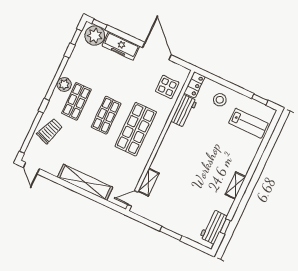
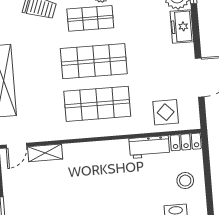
freezer: (121, 46) -> (182, 27), width x0.71
shop shelf: (106, 115) -> (94, 61), width x1.43, depth x1.36
door: (133, 199) -> (16, 146), swing flipped

